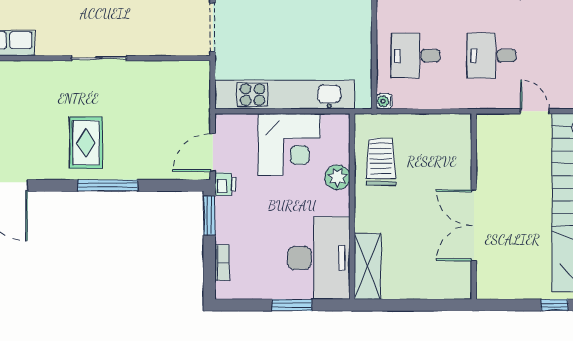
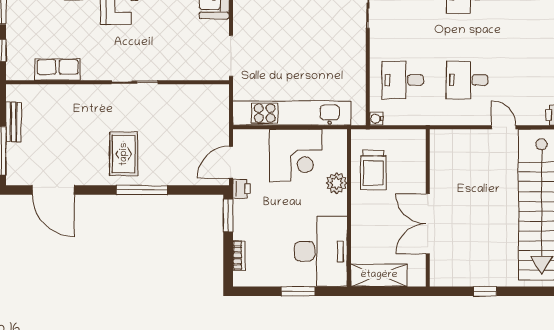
trolley: (381, 162) -> (373, 170), turned 180
wall: (474, 206) -> (428, 208), moved
double door: (474, 225) -> (428, 224), moved
shelving: (368, 266) -> (379, 275), moved, turned 90
window: (554, 305) -> (485, 291), moved

